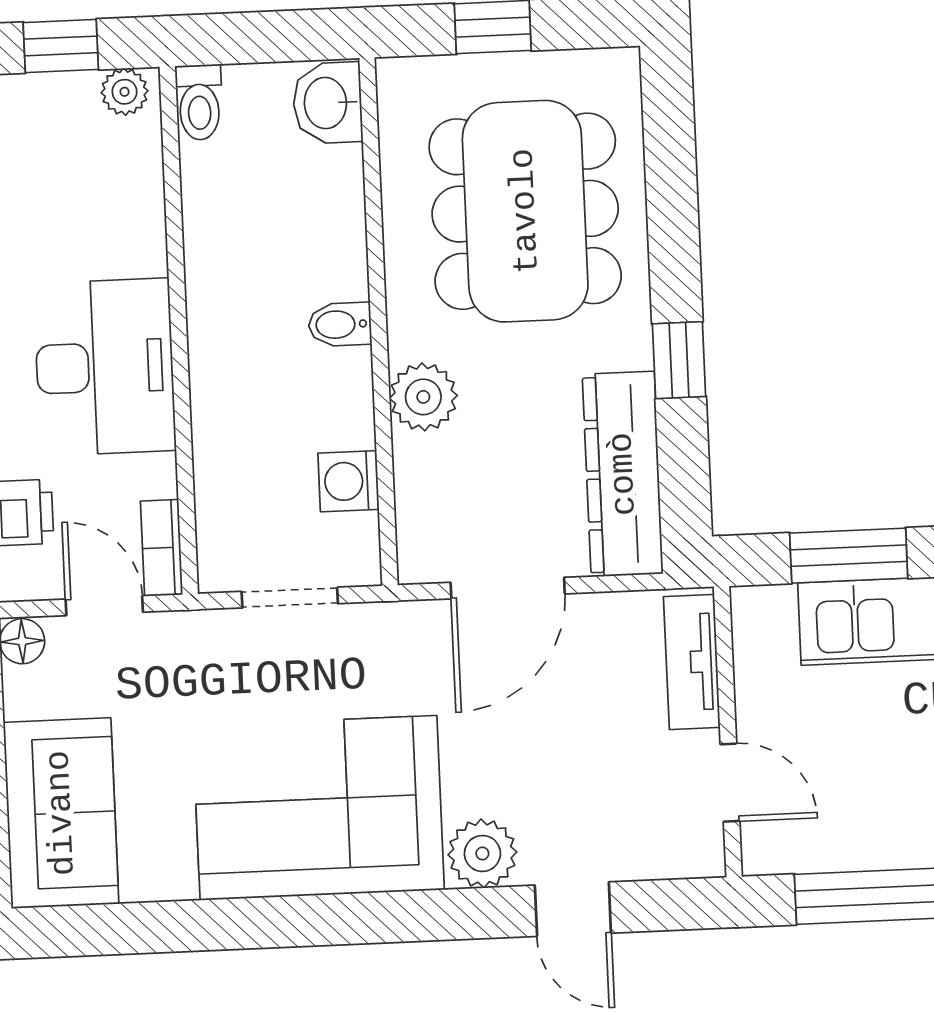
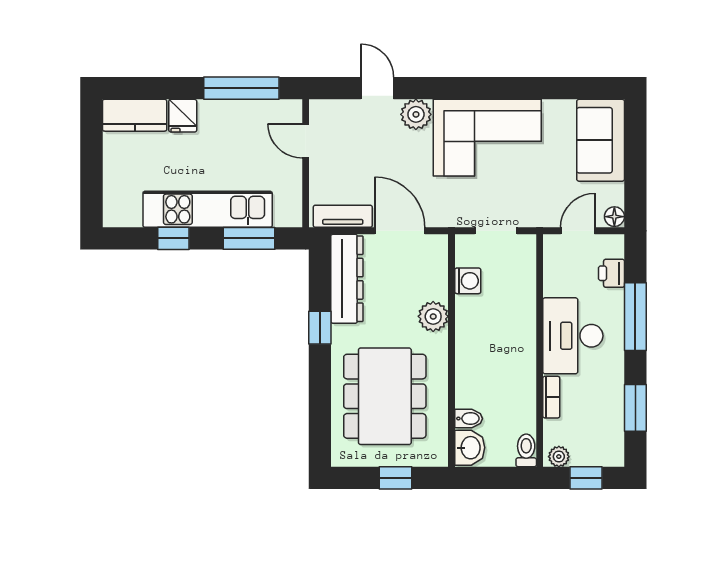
bidet: (340, 324) -> (469, 419), moved
bookcase: (162, 548) -> (551, 397), moved
door: (508, 588) -> (400, 231), hinge flipped
door: (104, 606) -> (578, 231), swing flipped
tv unit: (692, 662) -> (343, 216), moved, turned -90

